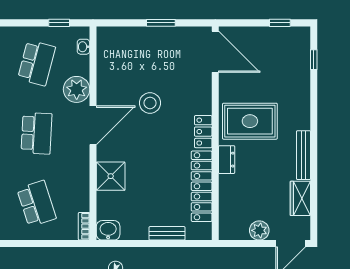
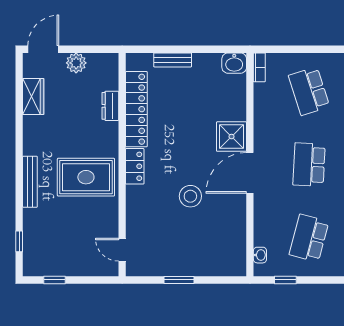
door: (215, 52) -> (122, 250), width x0.53
plant: (77, 89) -> (267, 210), removed
bench: (303, 155) -> (30, 182), moved
dresser: (227, 160) -> (110, 106), moved
shower: (111, 176) -> (232, 137), moved

